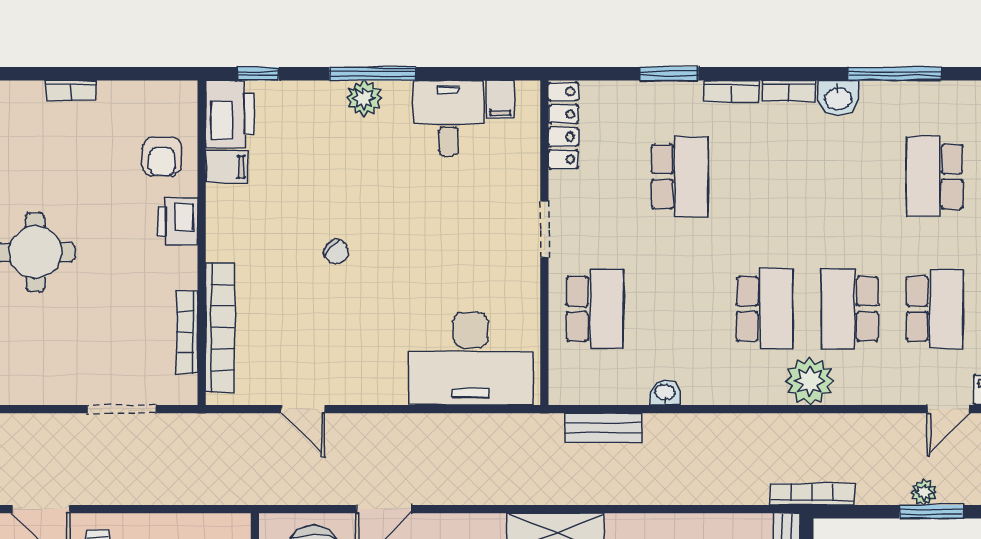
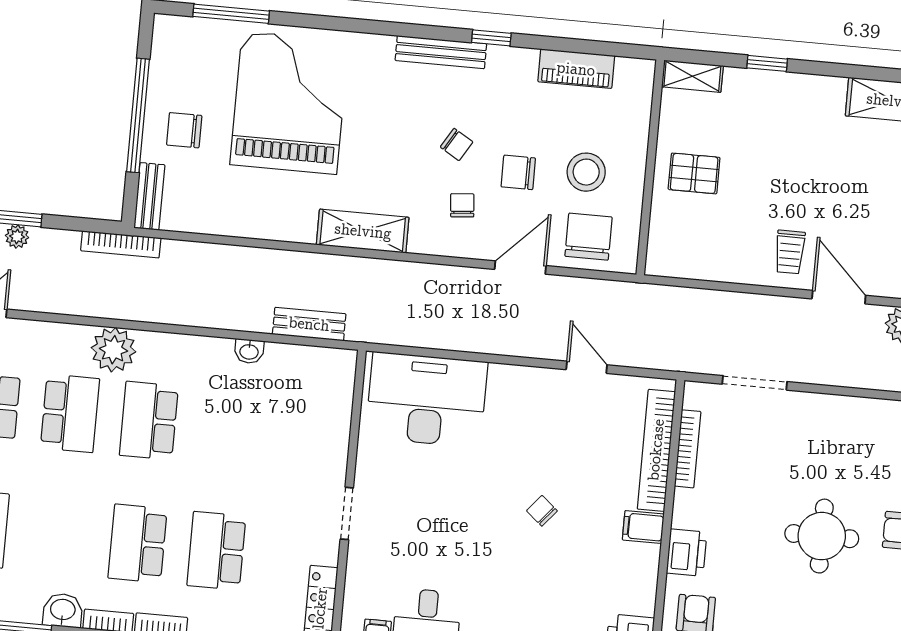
filing cabinet: (227, 167) -> (643, 527), moved
school desk: (595, 309) -> (138, 543), moved

